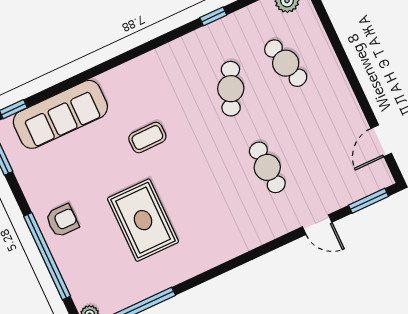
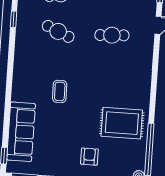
rug: (143, 220) -> (122, 123), moved
armchair: (62, 221) -> (89, 157), moved

